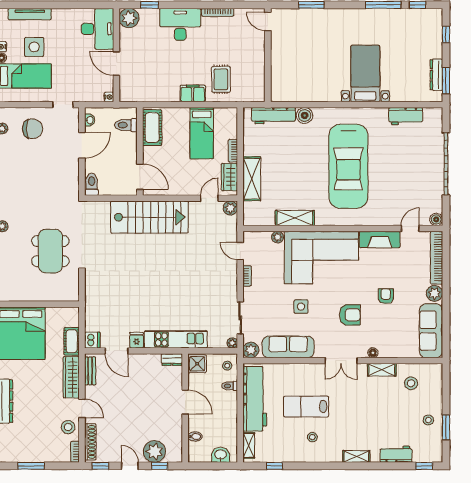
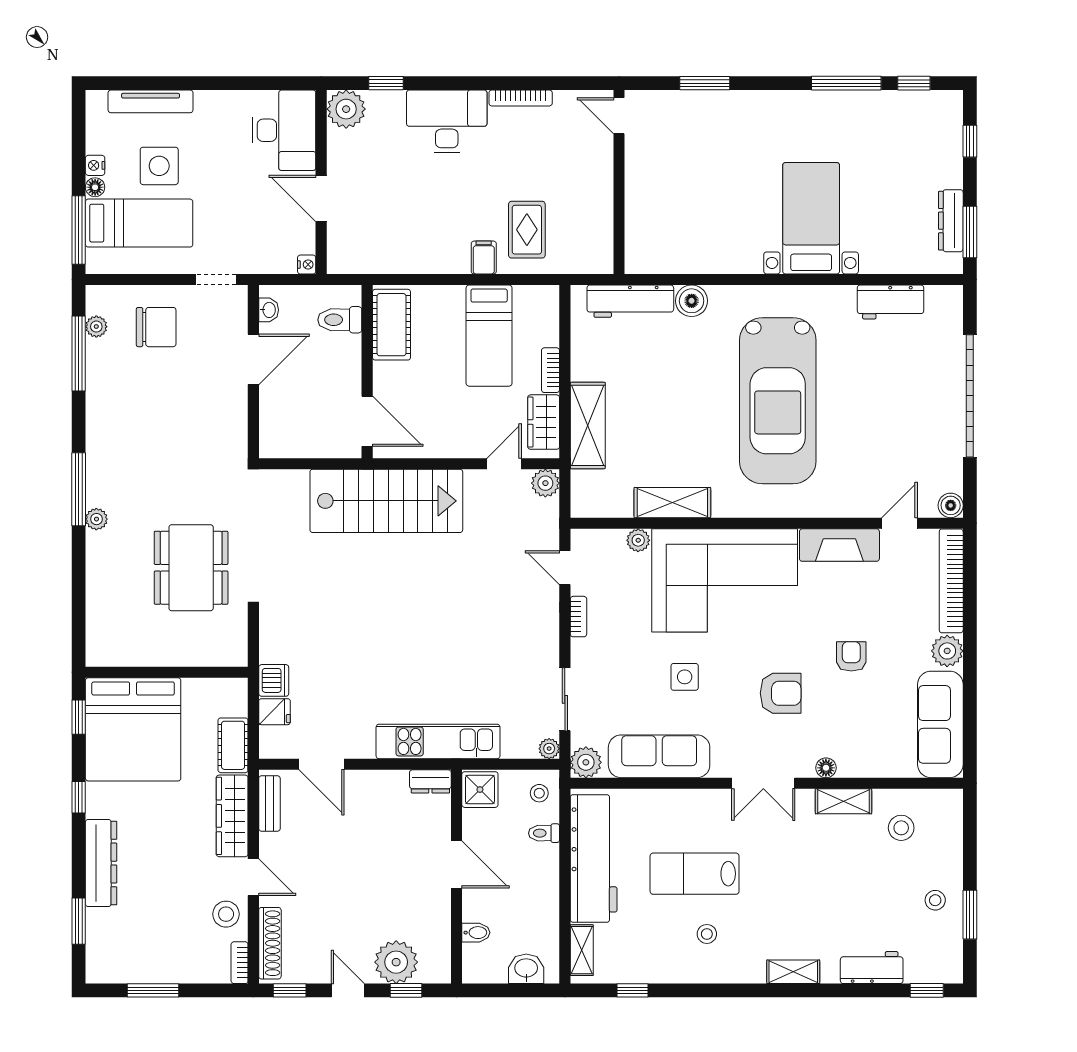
filing cabinet: (193, 93) -> (484, 258), width x0.50
toilet: (92, 184) -> (272, 436), removed
dishwasher: (92, 340) -> (274, 680), moved
fridge: (137, 340) -> (275, 712), moved, turned 90

